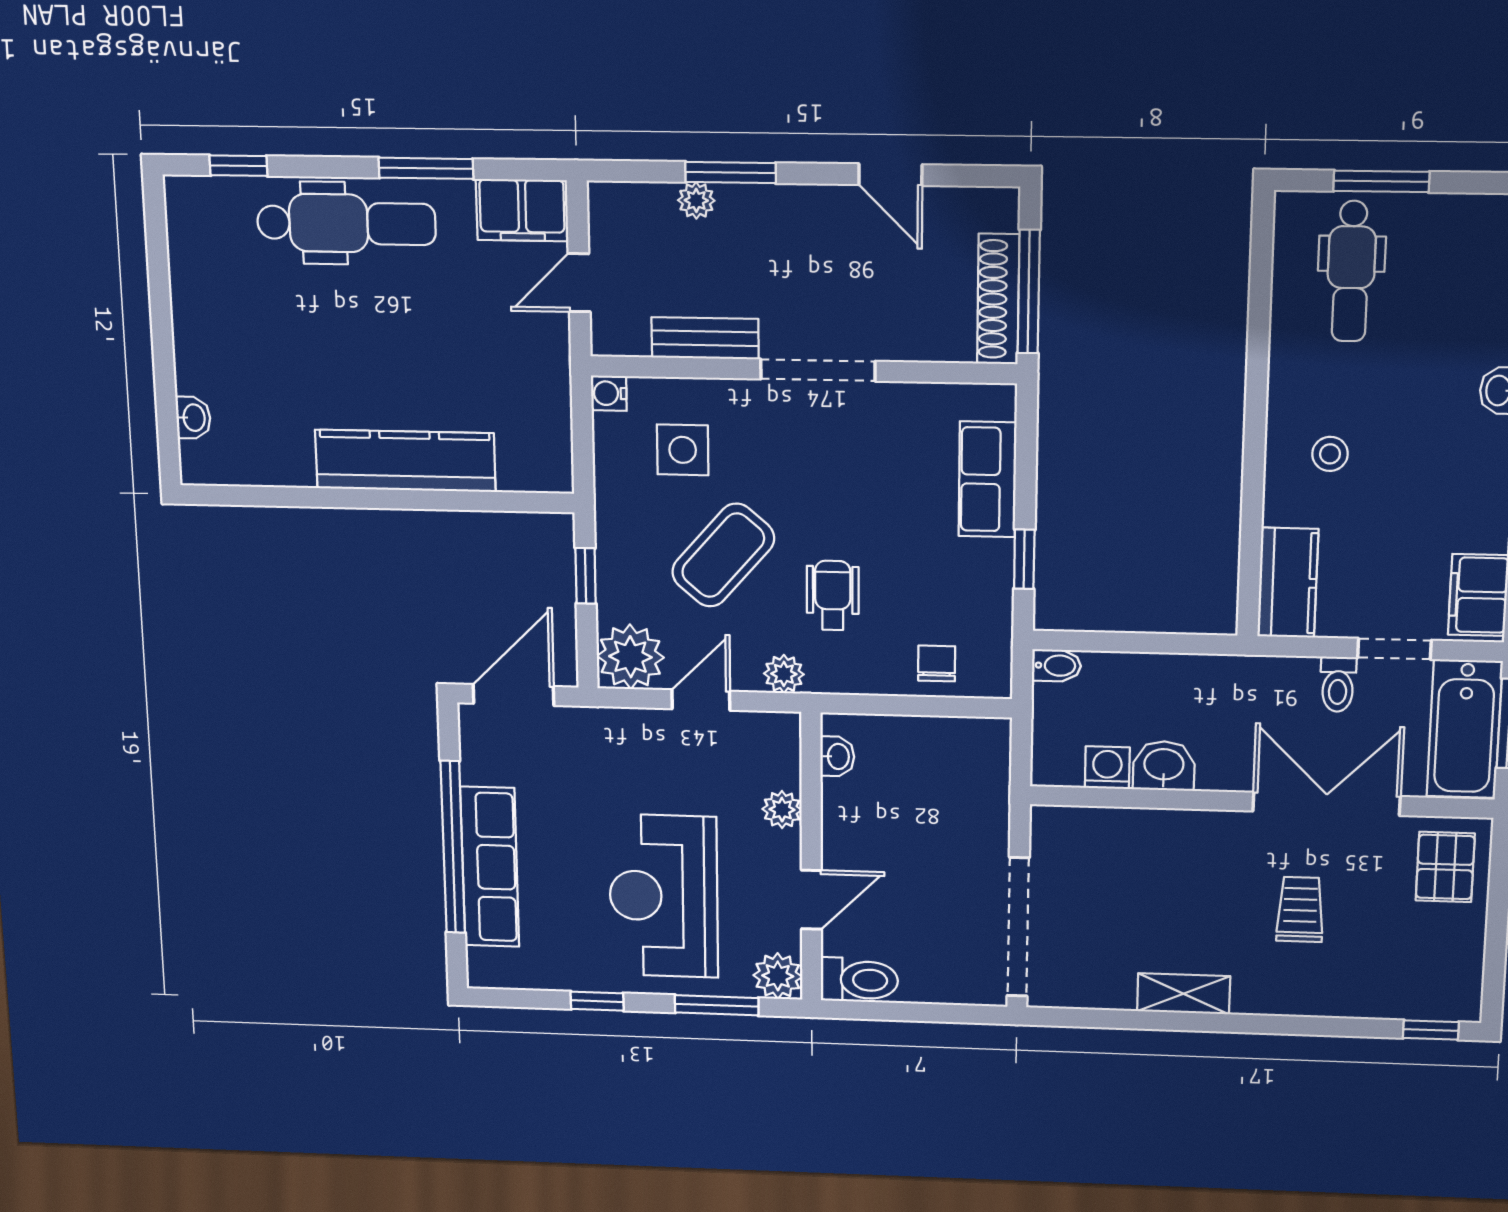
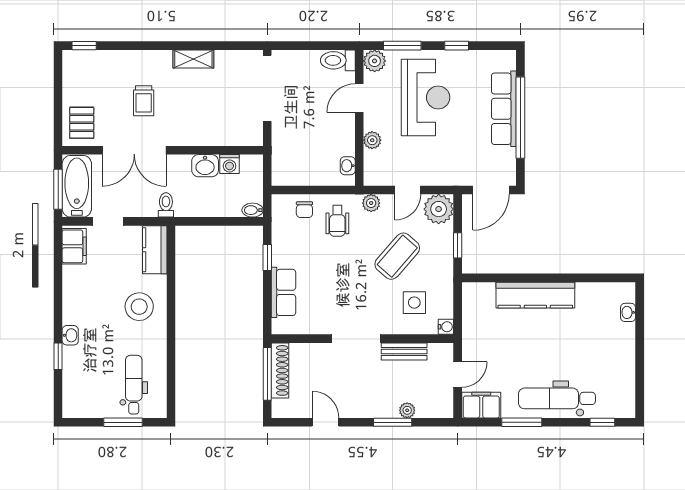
stool: (1330, 454) -> (139, 307), width x1.89, depth x1.89
wheelchair: (833, 595) -> (337, 221), moved
toilet: (1338, 684) -> (166, 205), moved

